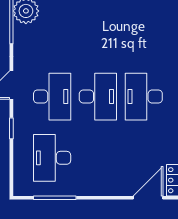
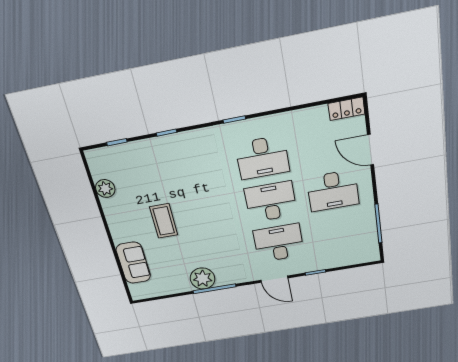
desk: (52, 158) -> (333, 191), moved
door: (148, 198) -> (370, 150), moved

